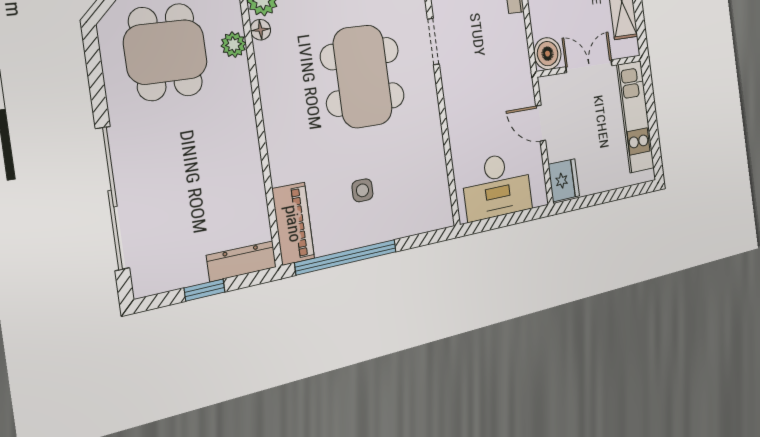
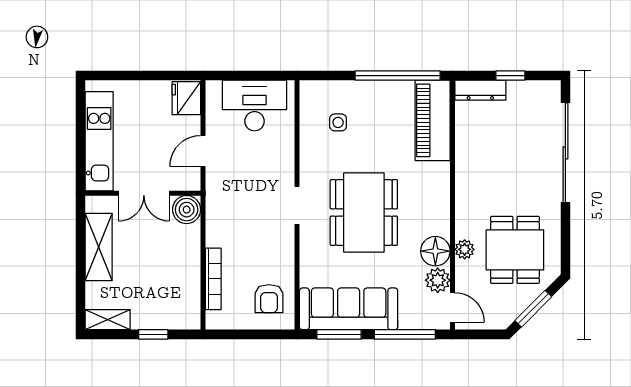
floor lamp: (260, 30) -> (435, 251), width x1.89, depth x1.89
doorway: (433, 42) -> (297, 205), moved
door: (541, 123) -> (203, 151), swing flipped
side table: (362, 190) -> (338, 122), moved
piano: (293, 224) -> (433, 120), width x1.37, depth x1.33

